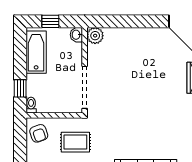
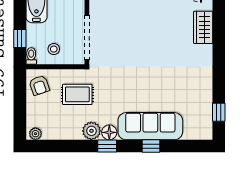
stool: (53, 98) -> (54, 49), added

